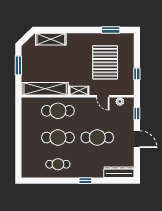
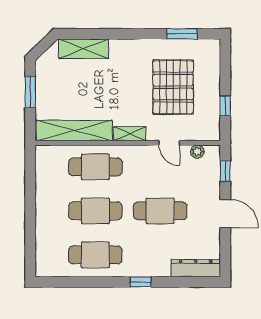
cafe table: (58, 164) -> (95, 255), width x1.37, depth x1.35

